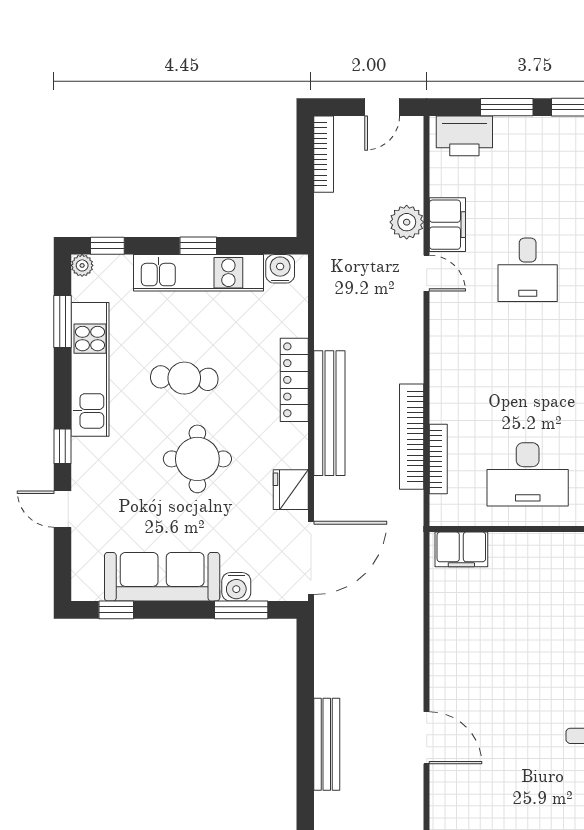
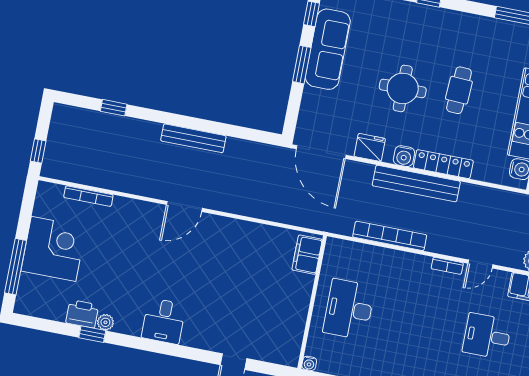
door: (427, 273) -> (480, 264), moved
kitchen unit: (90, 369) -> (477, 28), removed
bookcase: (438, 459) -> (447, 266), moved, width x0.64
water cooler: (236, 587) -> (404, 156), moved, turned -90
window: (241, 610) -> (302, 65), moved

